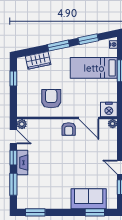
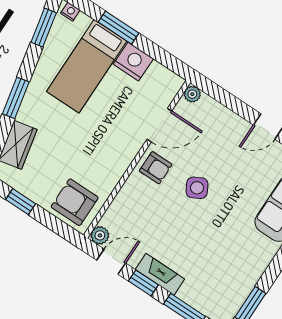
window: (88, 39) -> (44, 27), moved
armchair: (51, 99) -> (75, 202), moved
nightstand: (109, 110) -> (133, 62), moved, turned -90
side table: (72, 153) -> (197, 188), added

